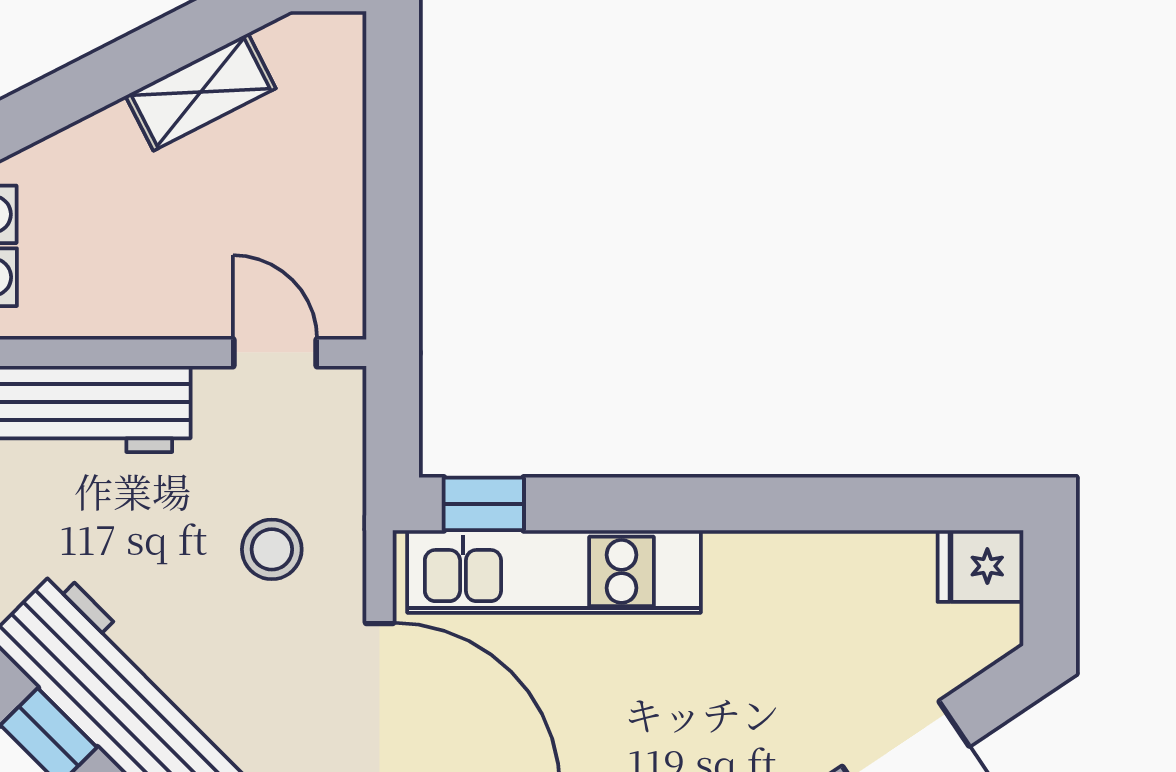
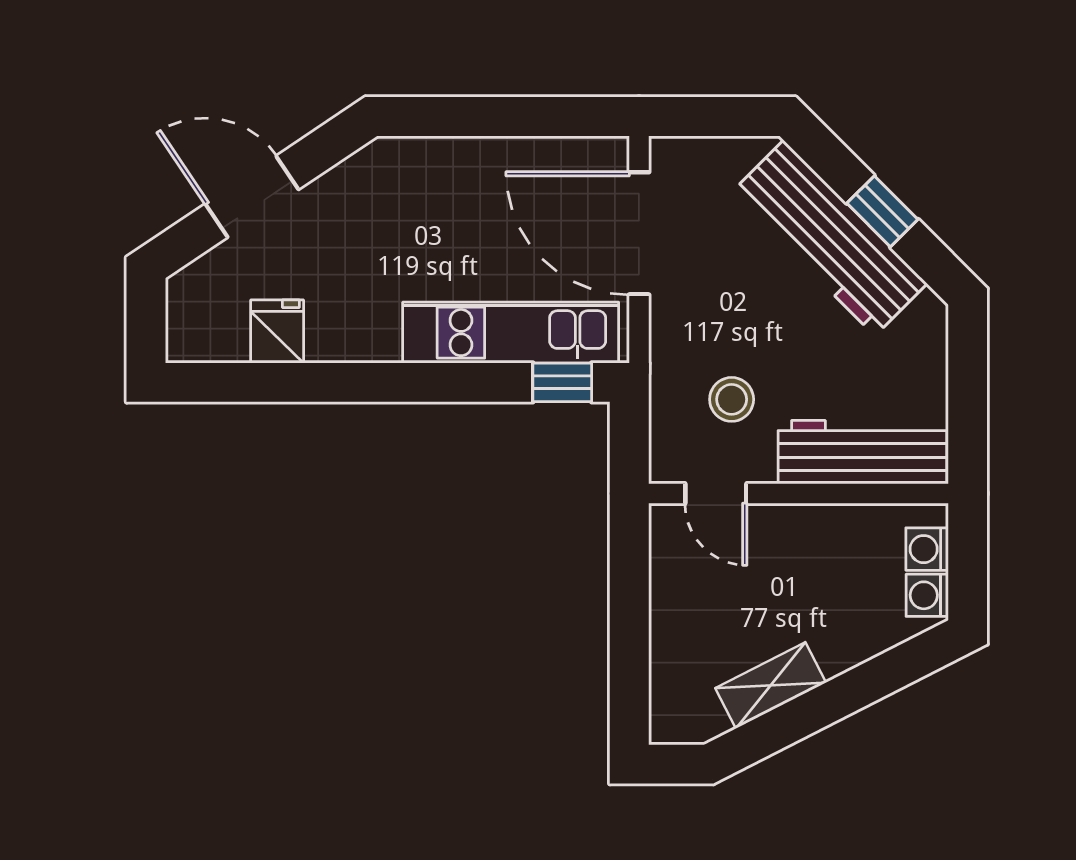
stool: (272, 549) -> (732, 399), moved
fridge: (980, 566) -> (277, 332), moved, turned -90

